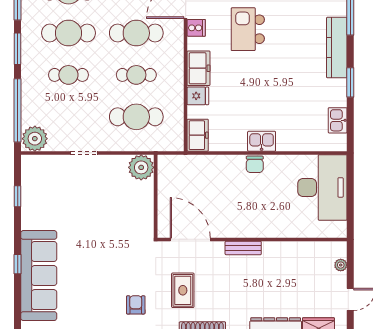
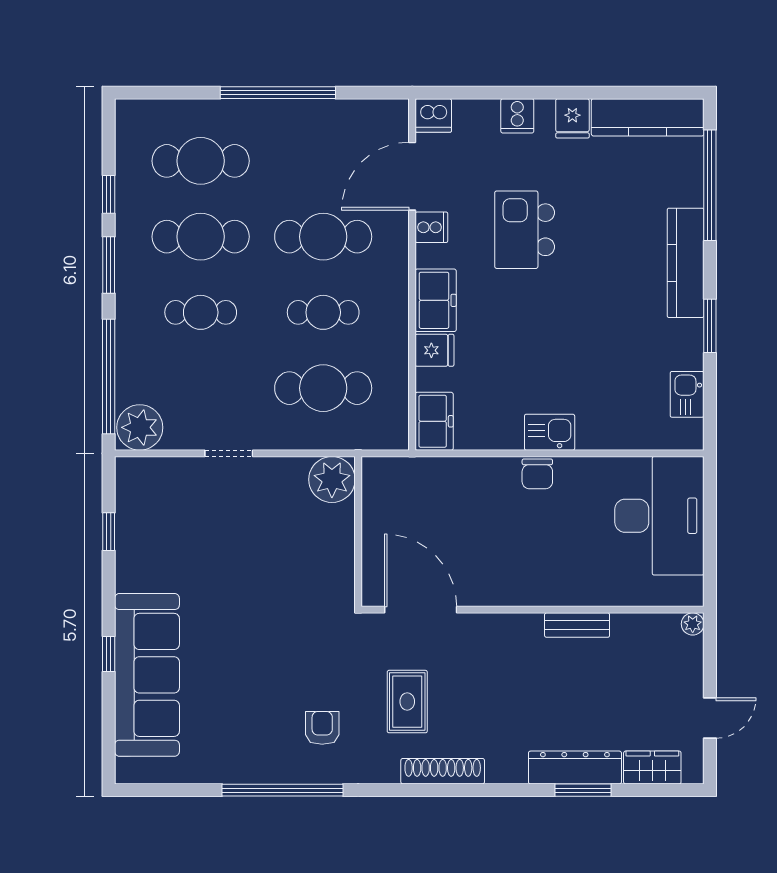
bench: (243, 248) -> (577, 625), moved
plant: (341, 265) -> (693, 624), moved

